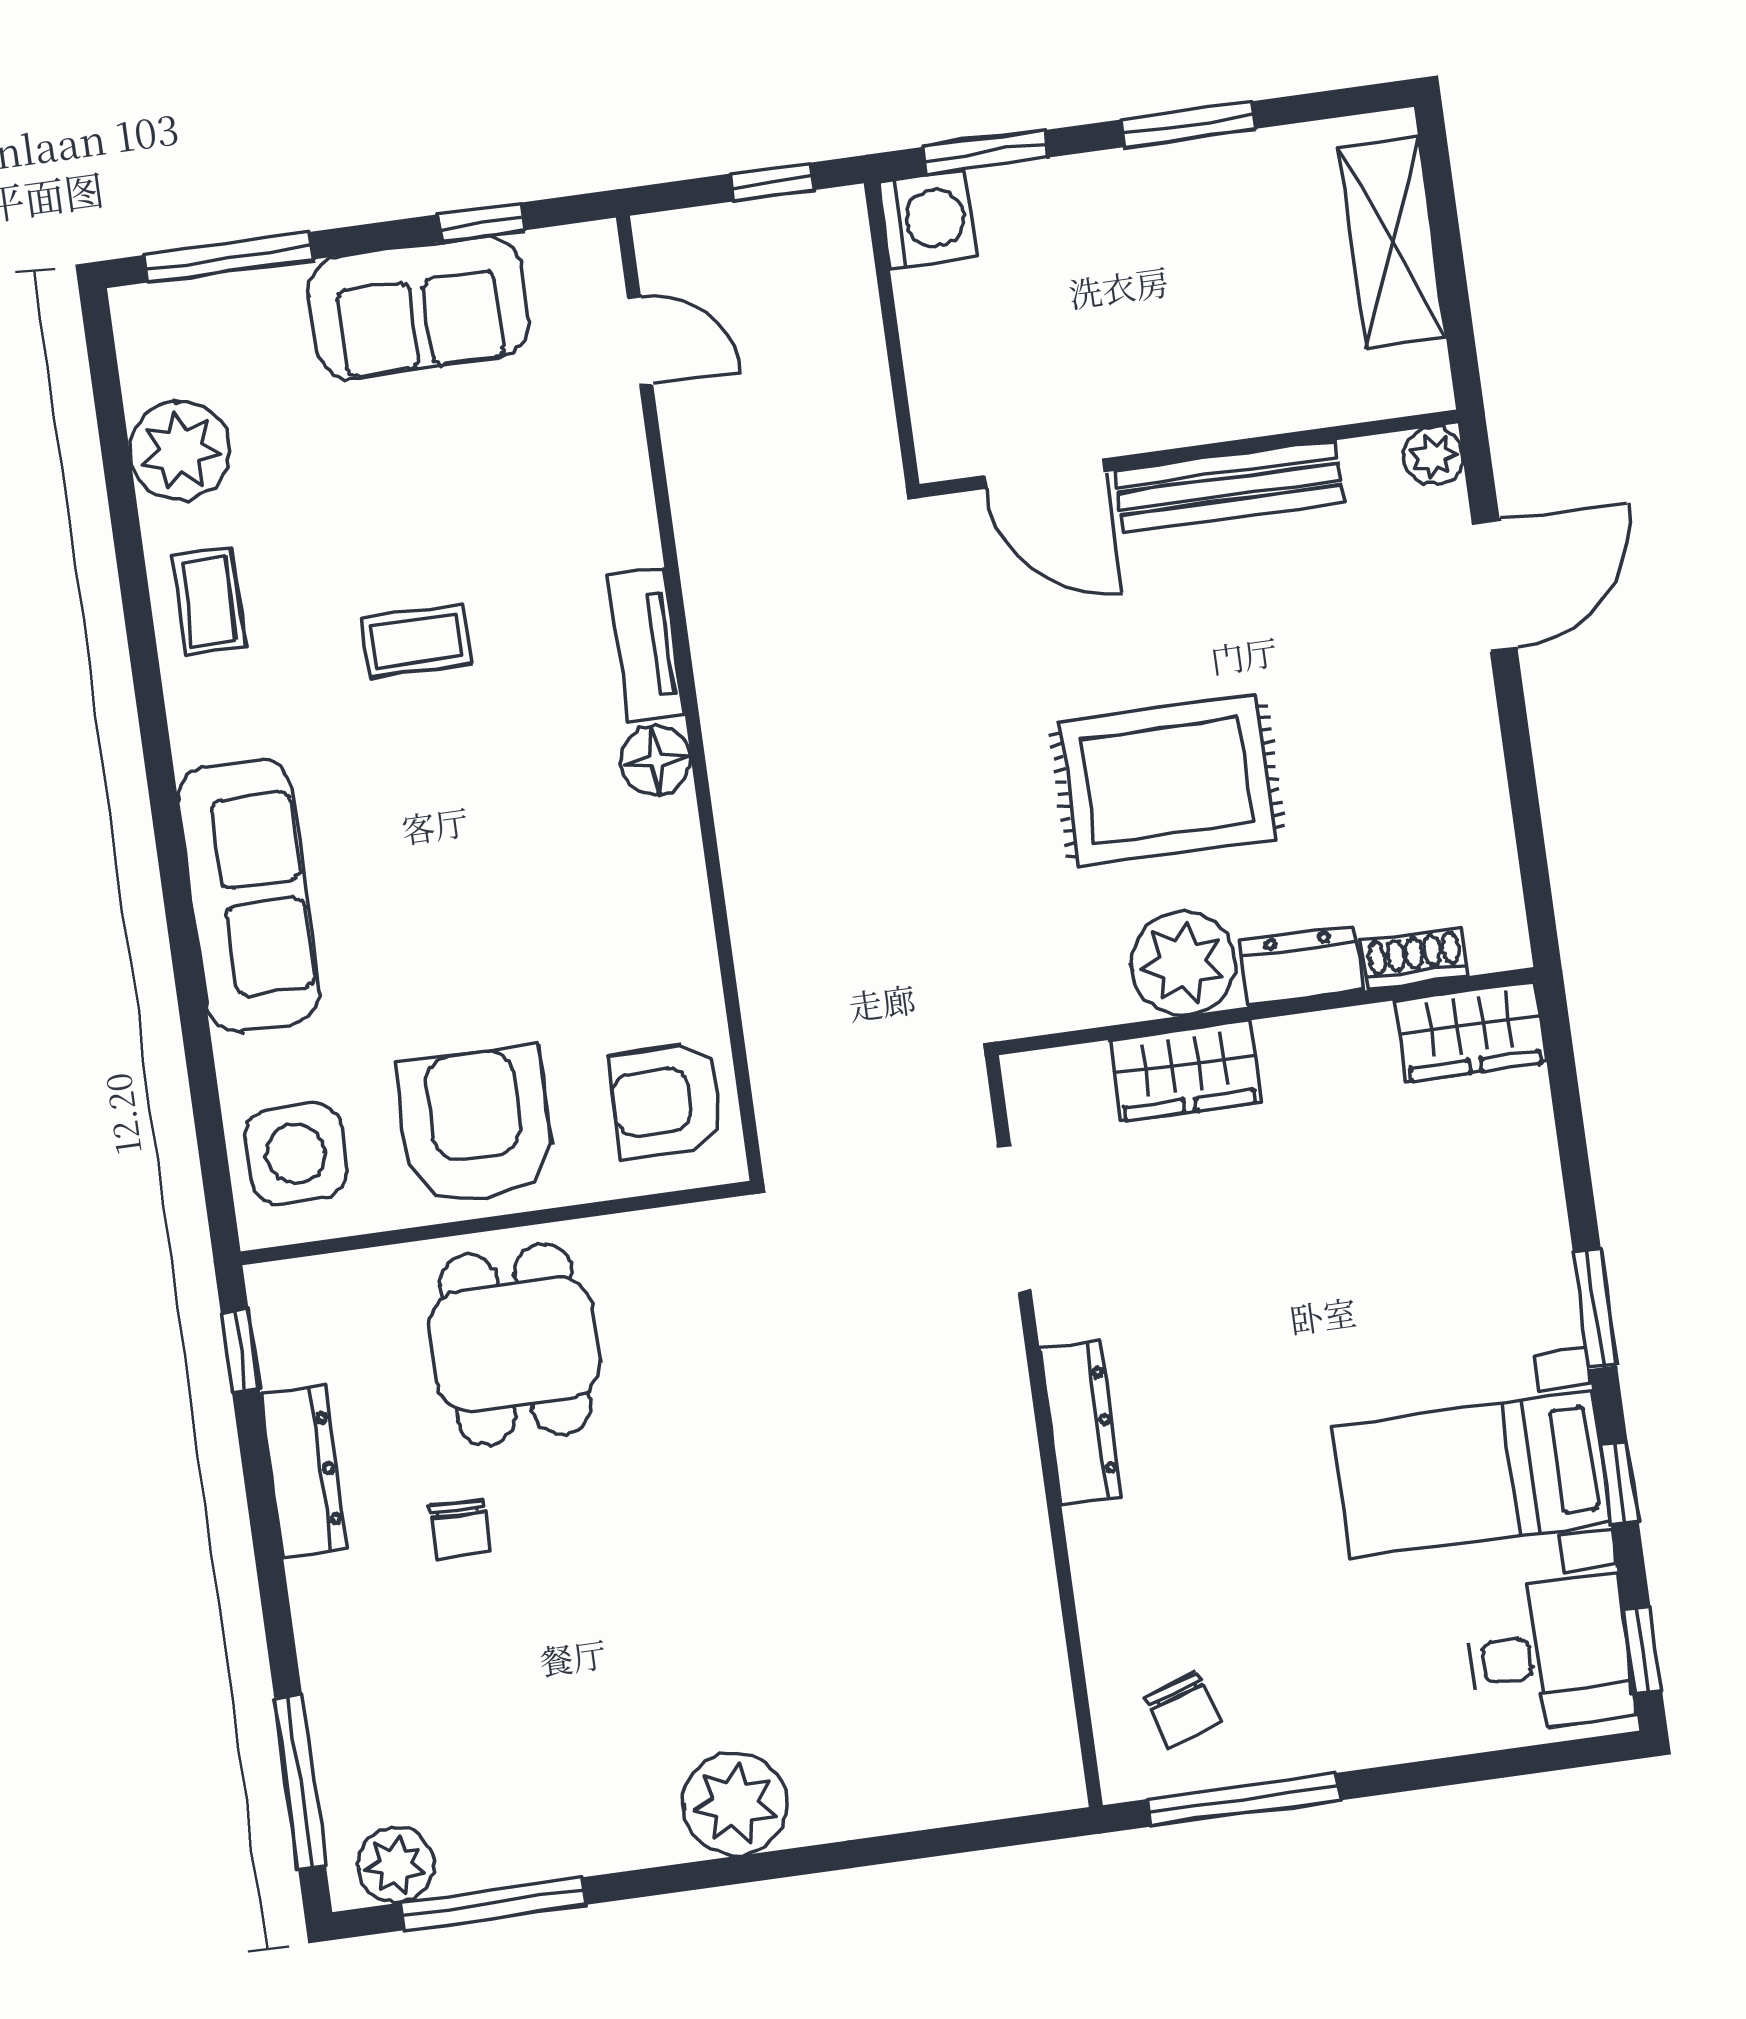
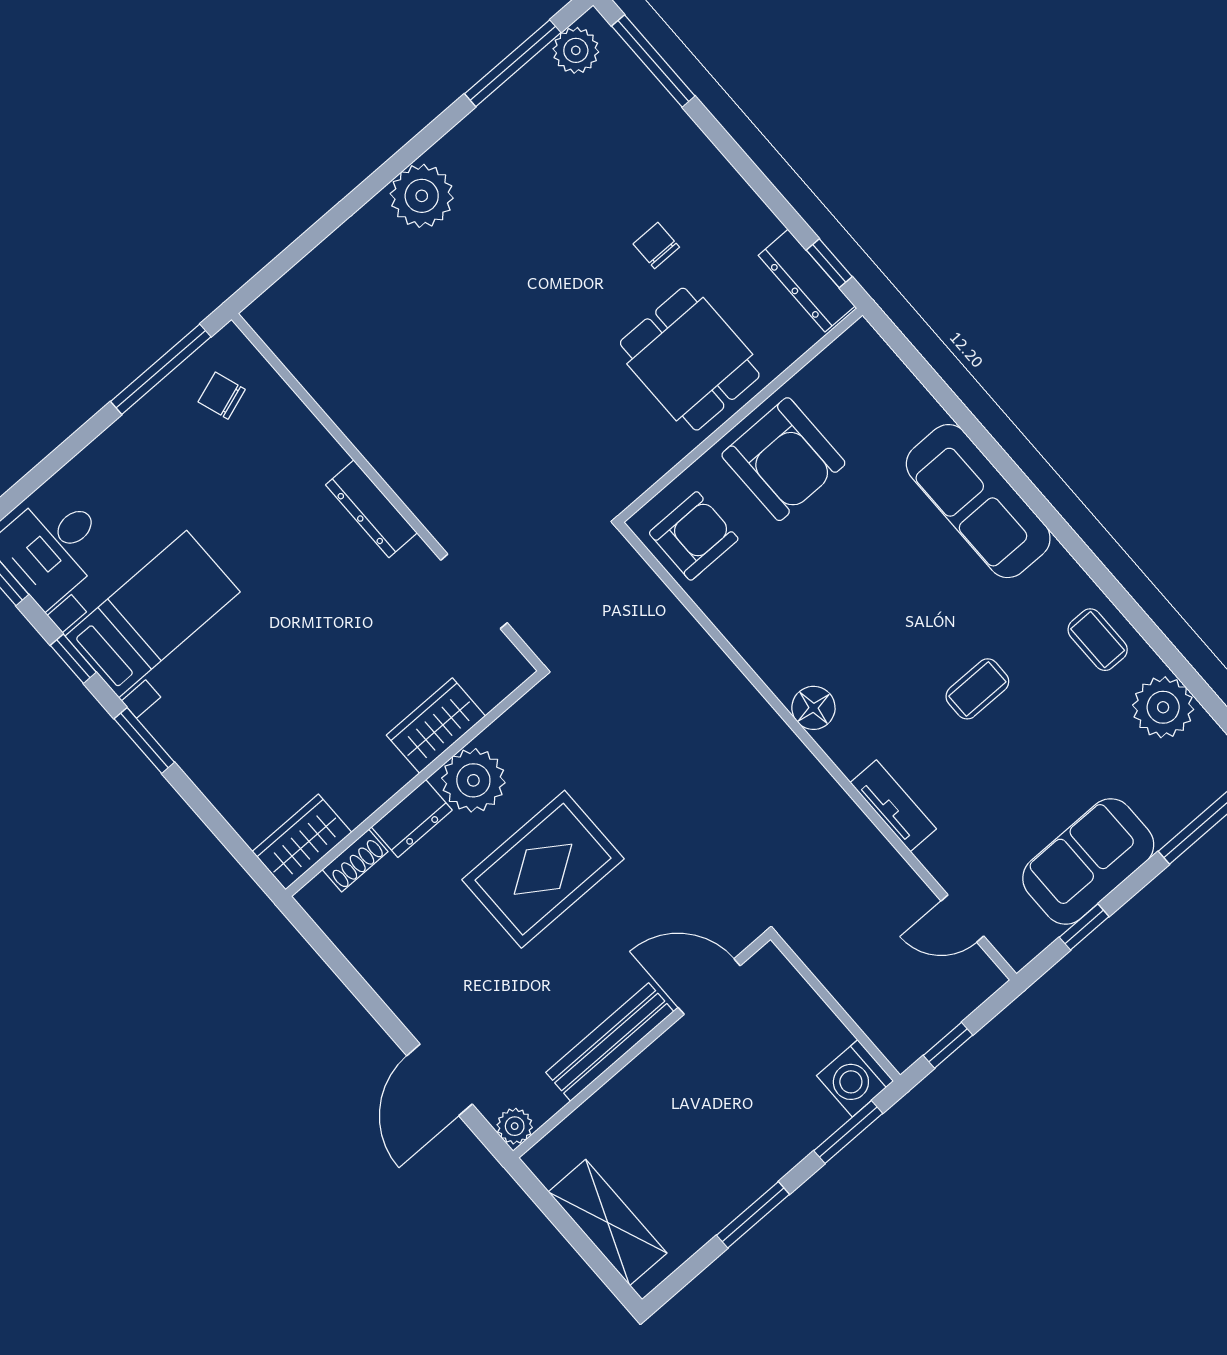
tv unit: (647, 645) -> (893, 806), moved
side table: (296, 1154) -> (867, 384), removed
dresser: (304, 1472) -> (807, 281), moved

